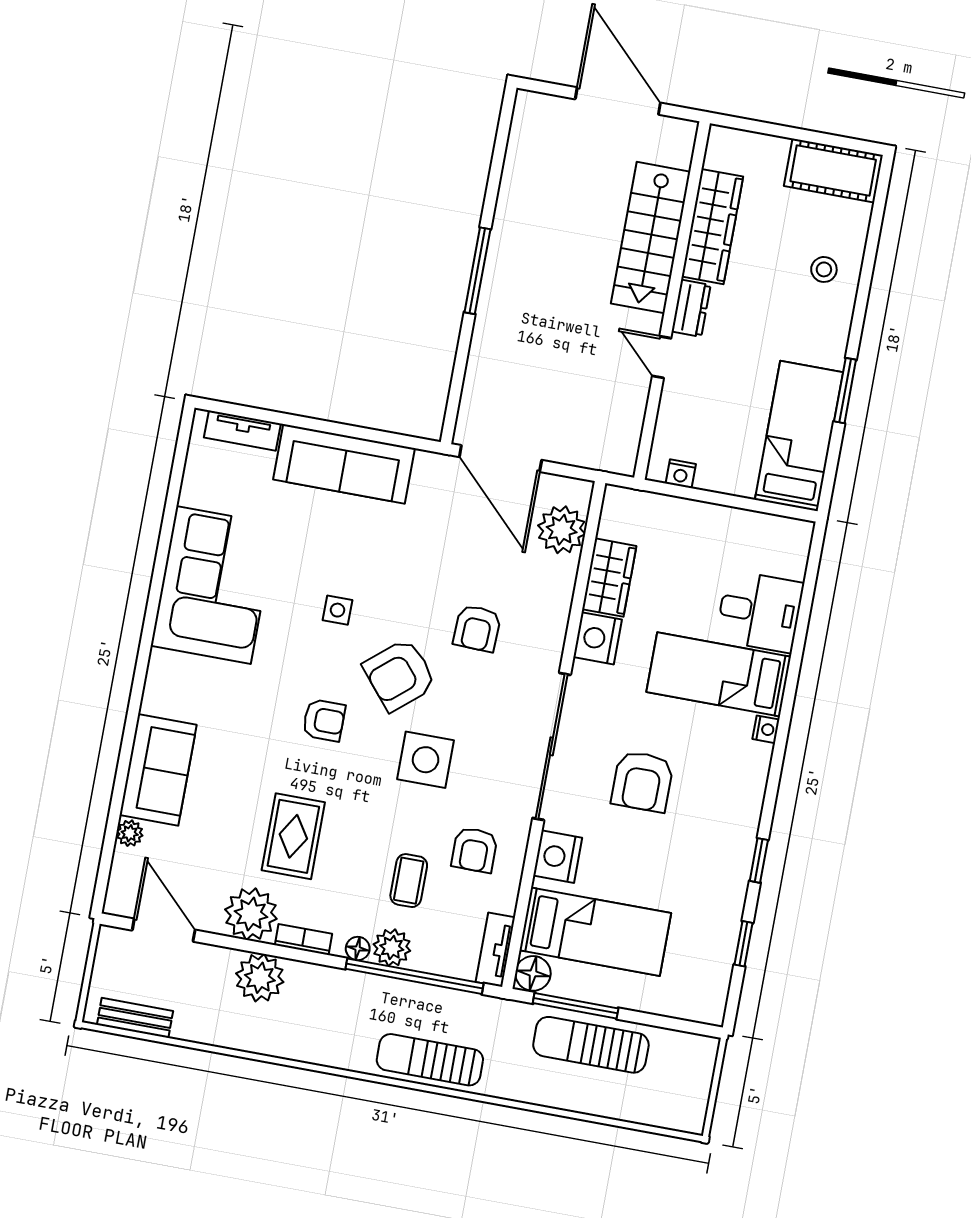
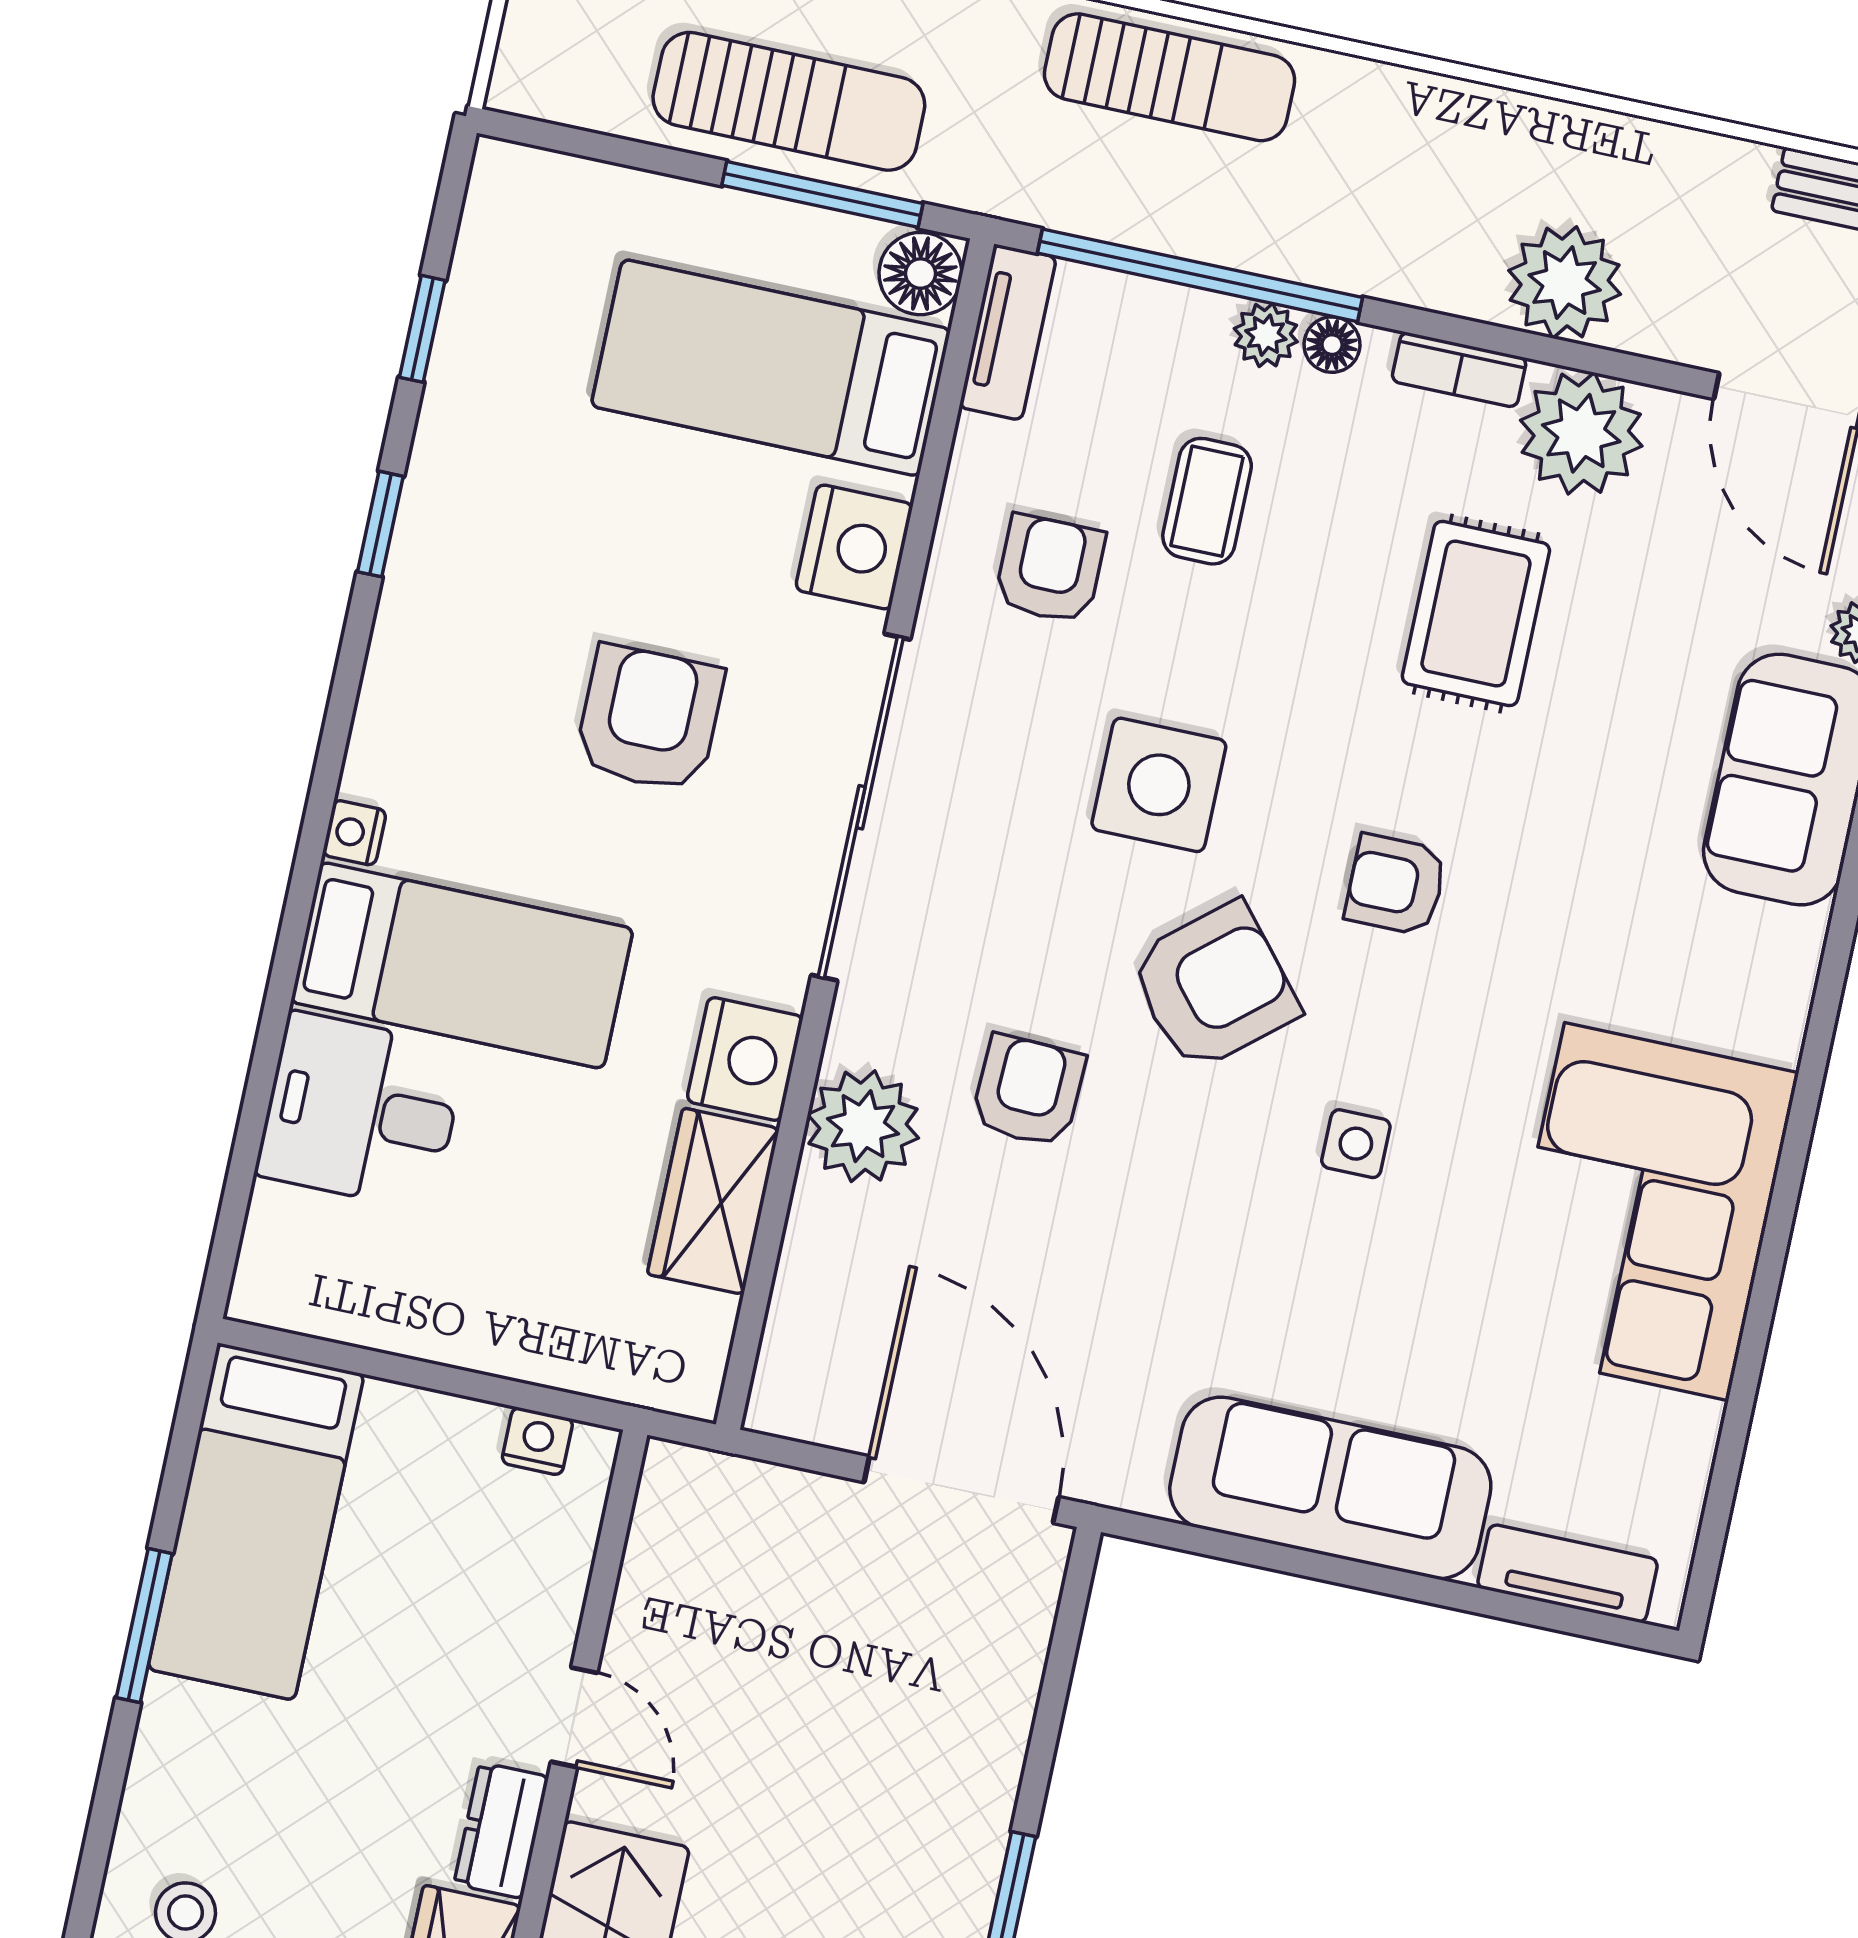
plant: (562, 530) -> (863, 1126), moved
plant: (392, 948) -> (1266, 335), width x0.73, depth x0.73

